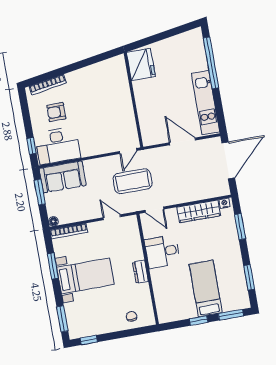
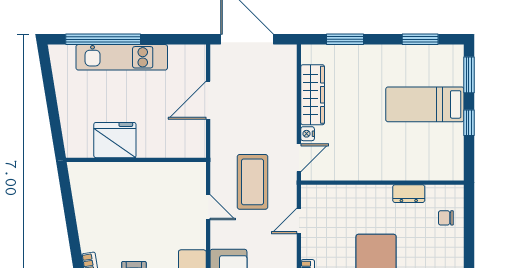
fridge: (141, 64) -> (115, 140), moved
kitchen unit: (205, 103) -> (122, 57), moved
door: (128, 151) -> (208, 207), moved
nightstand: (224, 203) -> (308, 134), moved
desk: (162, 252) -> (361, 157), removed
dresser: (140, 272) -> (409, 194), moved

